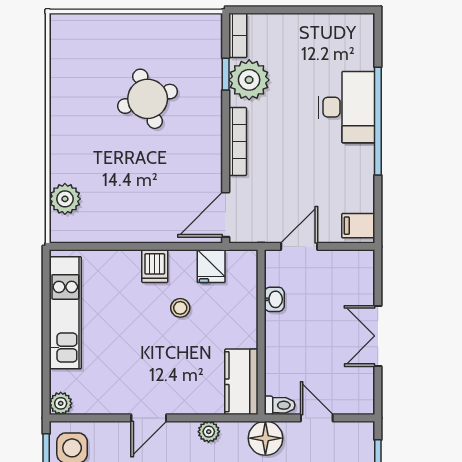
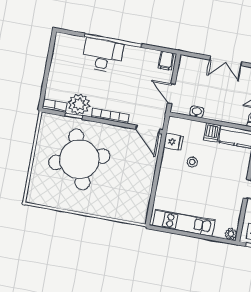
round table: (148, 99) -> (79, 159), width x1.86, depth x1.86
plant: (65, 199) -> (124, 212), removed
dishwasher: (155, 266) -> (212, 132), moved, turned 90

